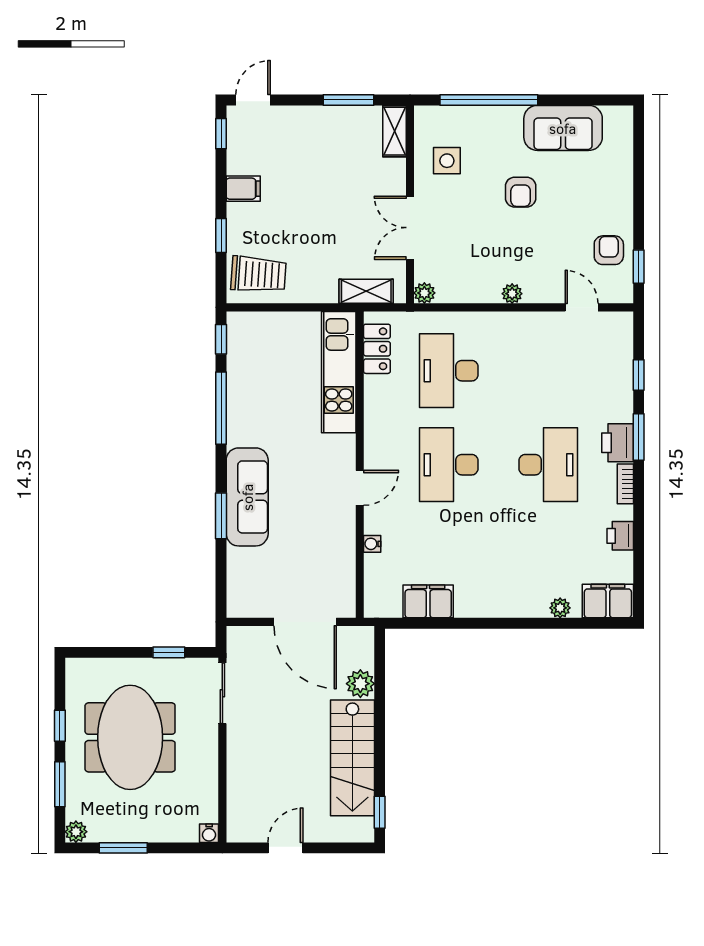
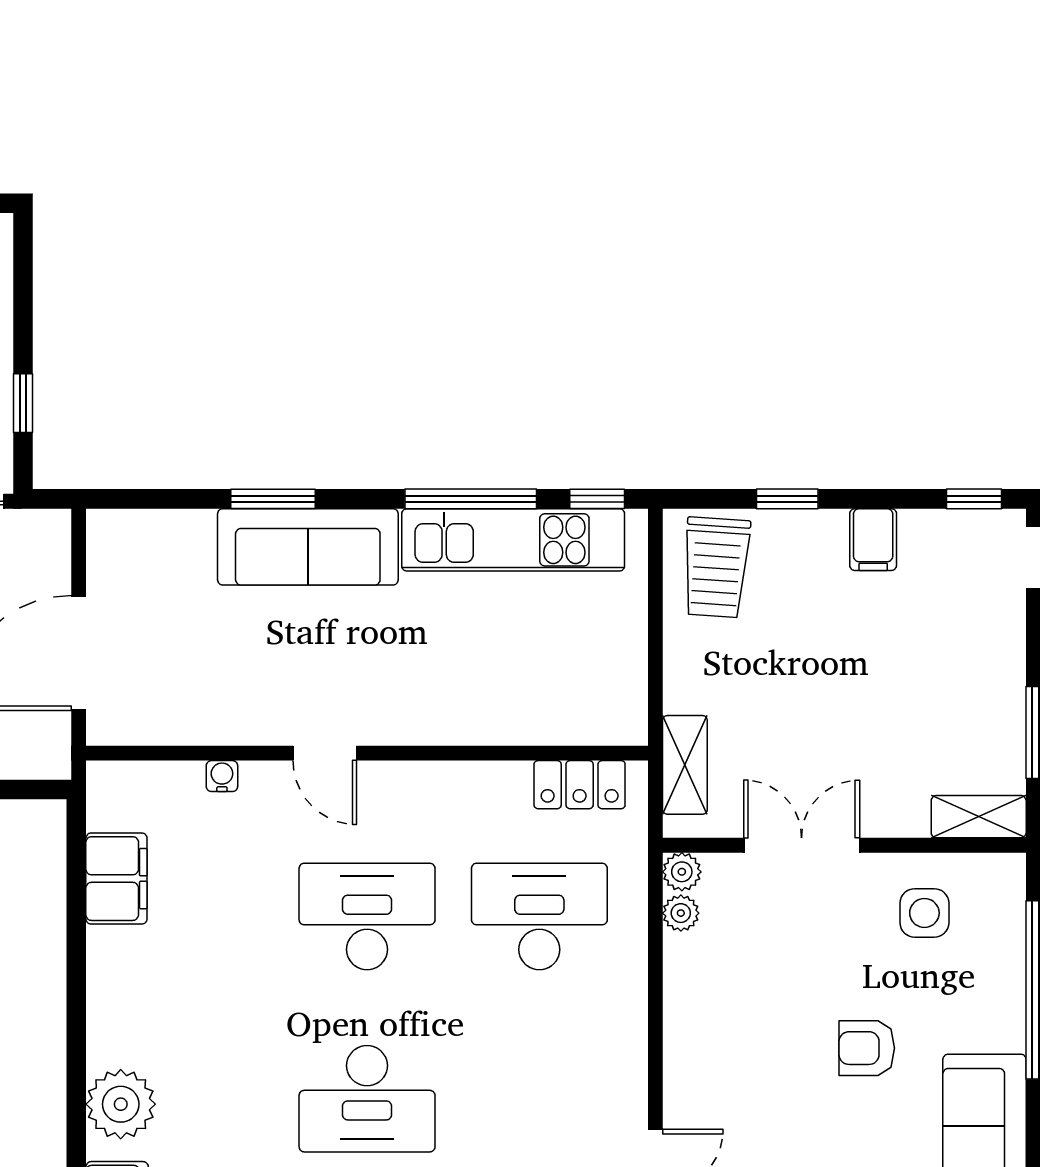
plant: (512, 294) -> (681, 913), moved
kitchen unit: (339, 372) -> (513, 540), moved, turned 180
plant: (560, 608) -> (121, 1104), width x1.87, depth x1.87

